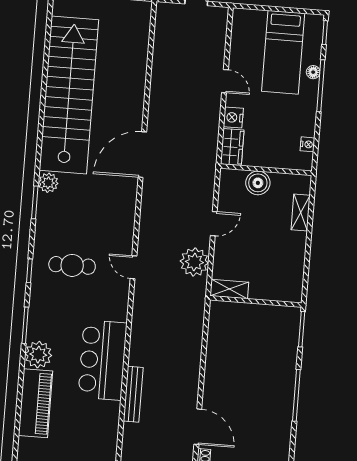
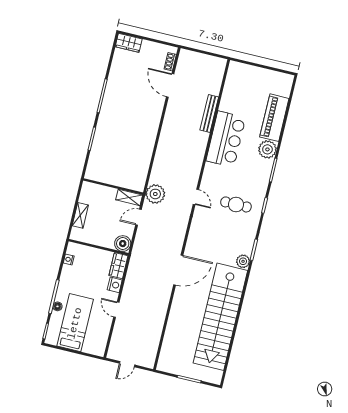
boiler: (258, 183) -> (123, 244), moved
shelving: (229, 289) -> (129, 197), moved
wall: (256, 301) -> (113, 187), moved

